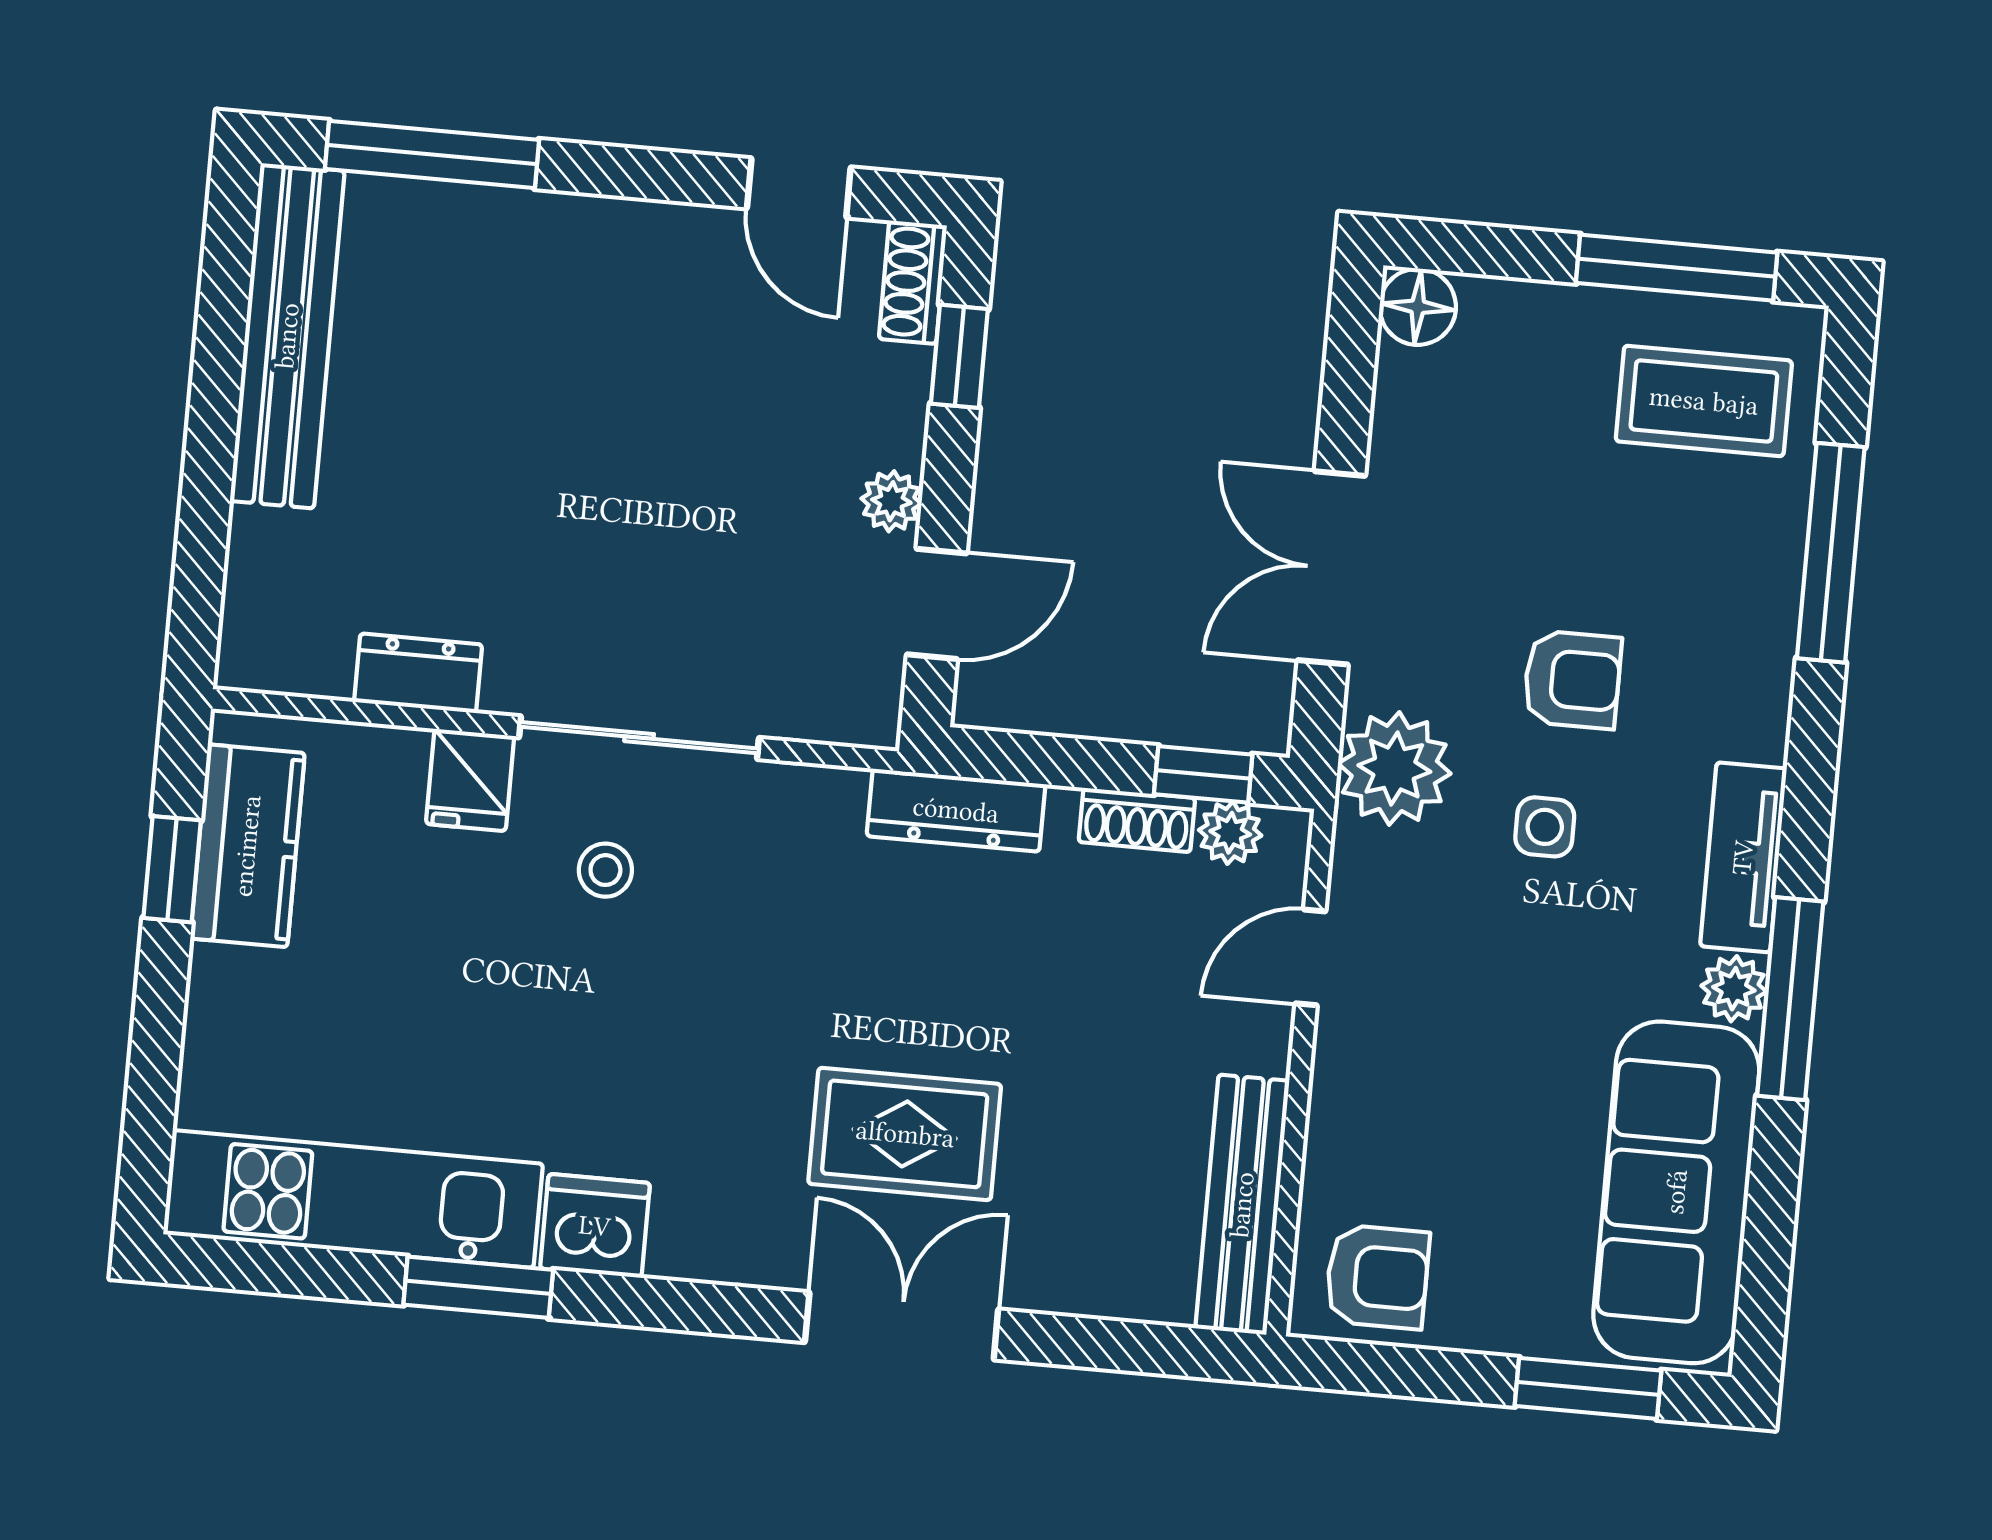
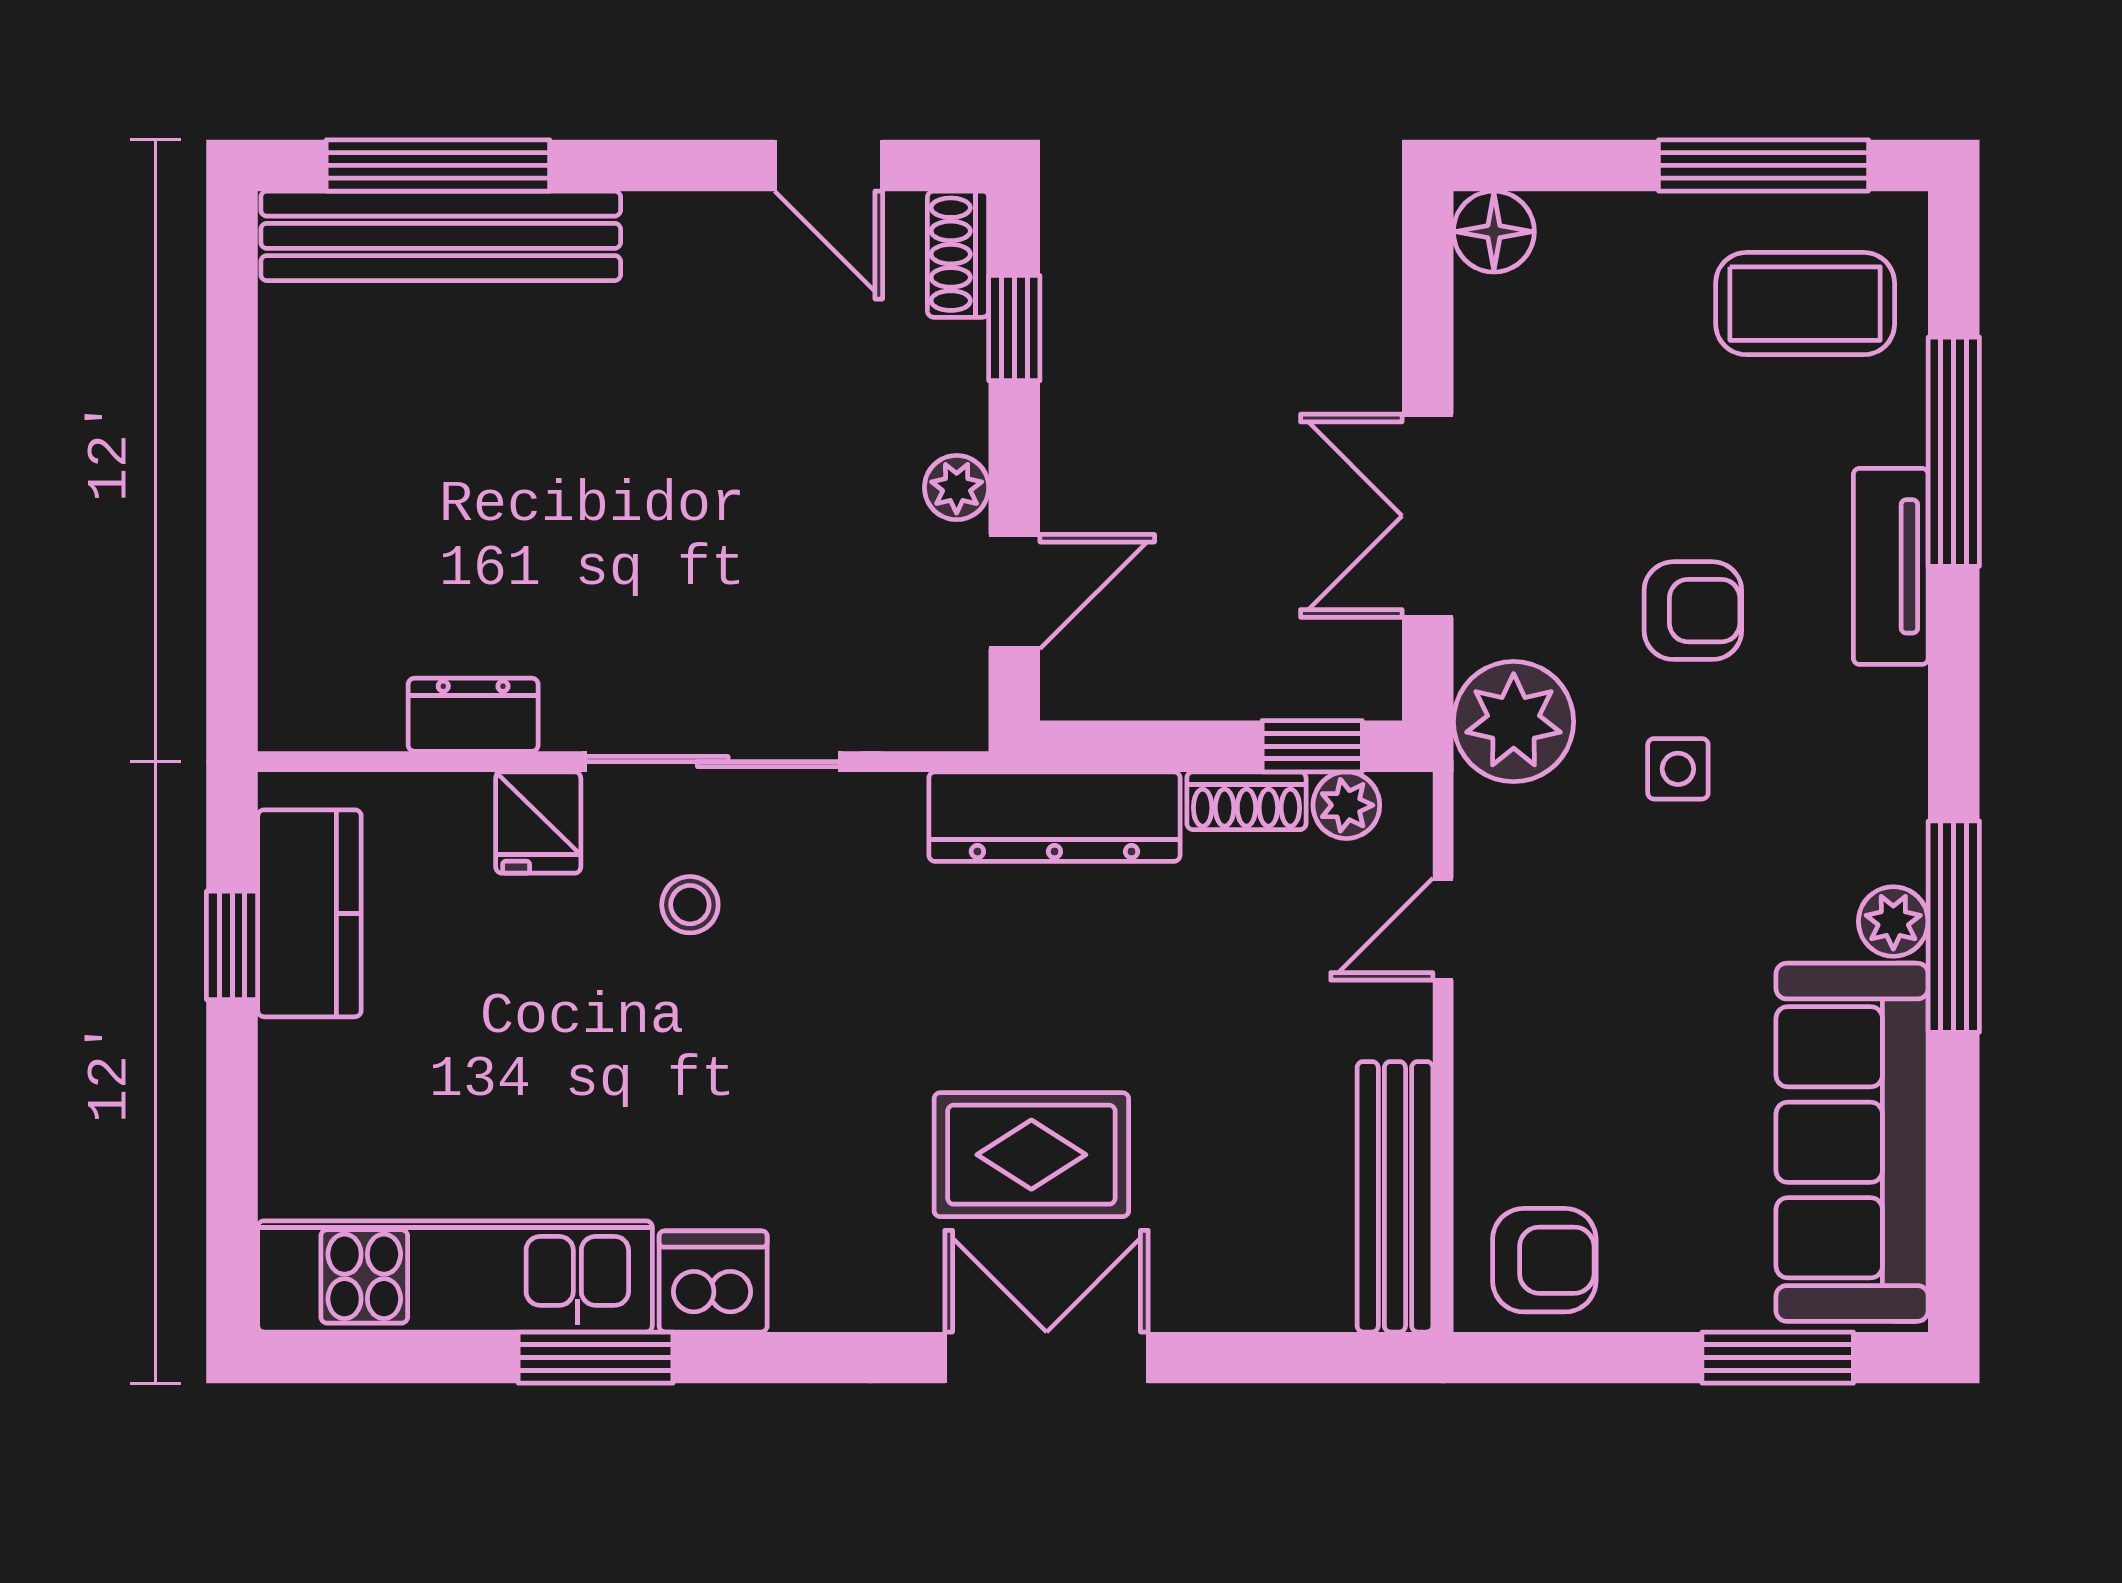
bench: (287, 336) -> (441, 236), moved, turned 90
dresser: (956, 810) -> (1054, 817), width x1.37, depth x1.24
tv unit: (1743, 857) -> (1891, 566), moved

